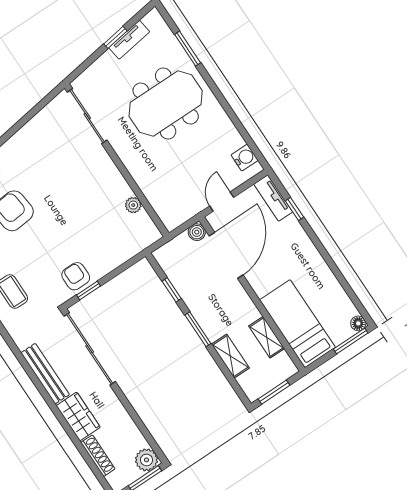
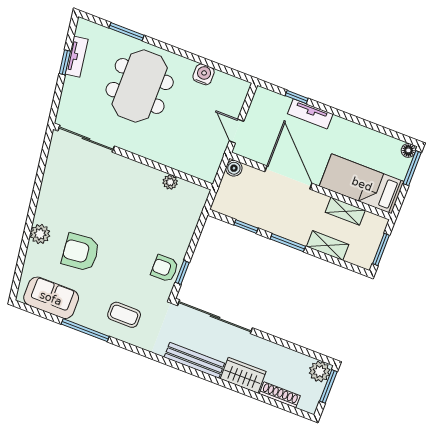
water cooler: (245, 158) -> (204, 74), moved
tv unit: (273, 198) -> (310, 114), moved
door: (226, 255) -> (288, 177), moved

